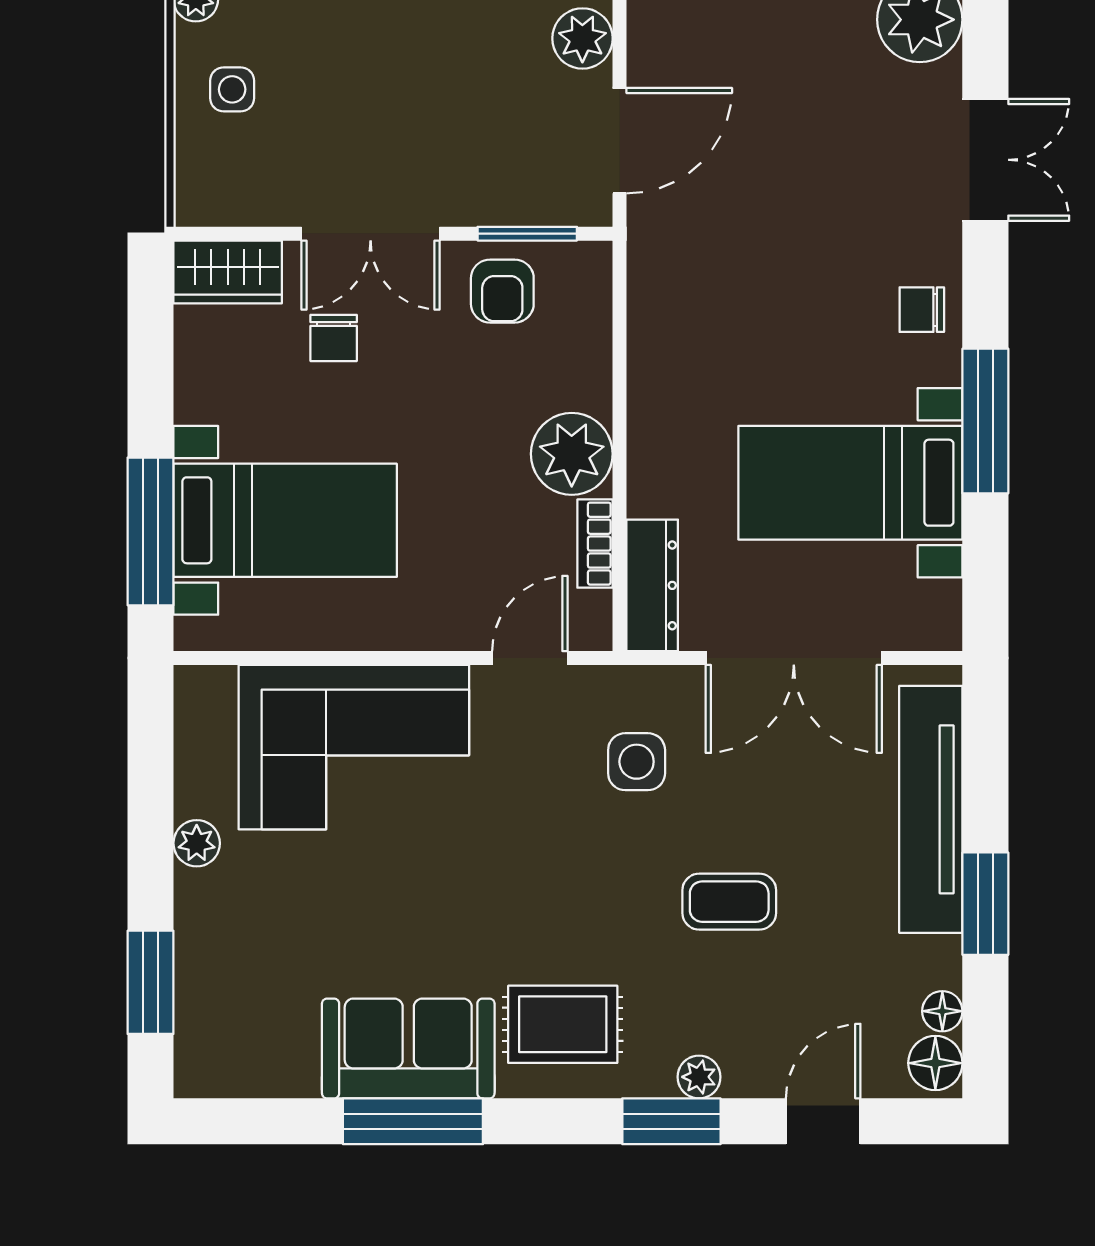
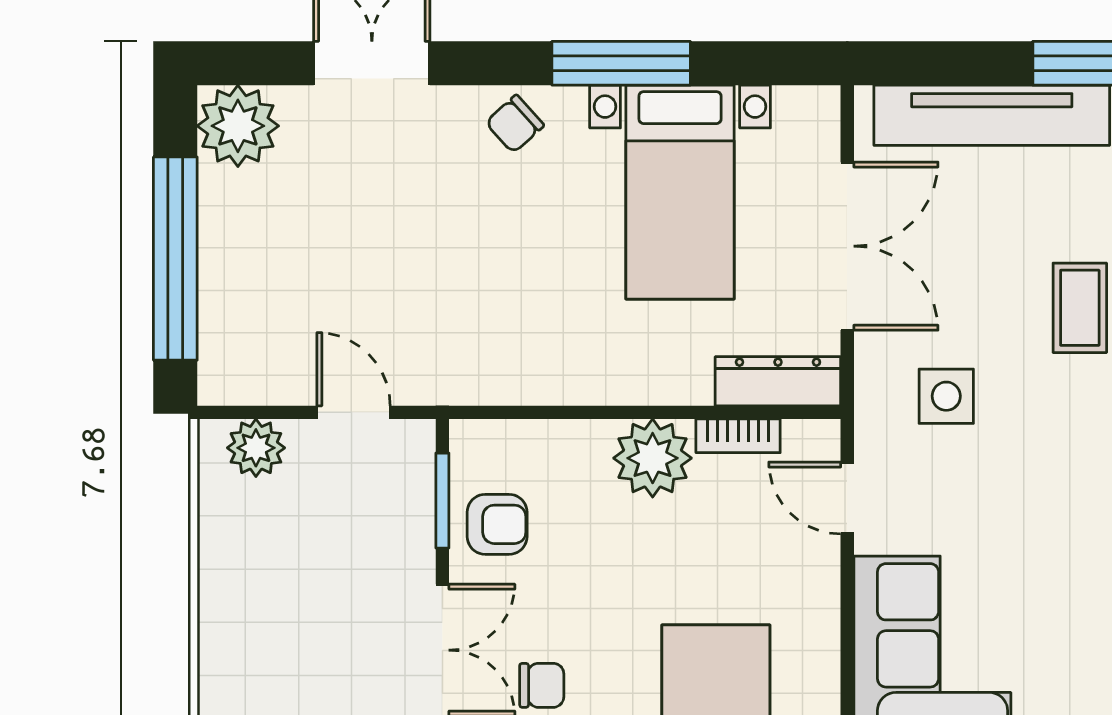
door: (620, 141) -> (354, 412), width x0.73
chair: (922, 310) -> (515, 124), turned 48

